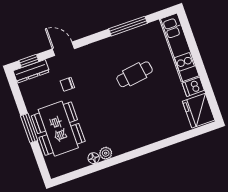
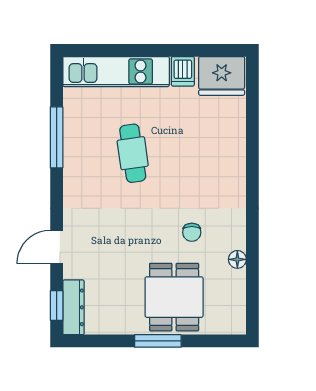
chair: (67, 84) -> (192, 232), moved
dining table: (58, 129) -> (174, 297), width x0.73
plant: (106, 153) -> (236, 239), removed

